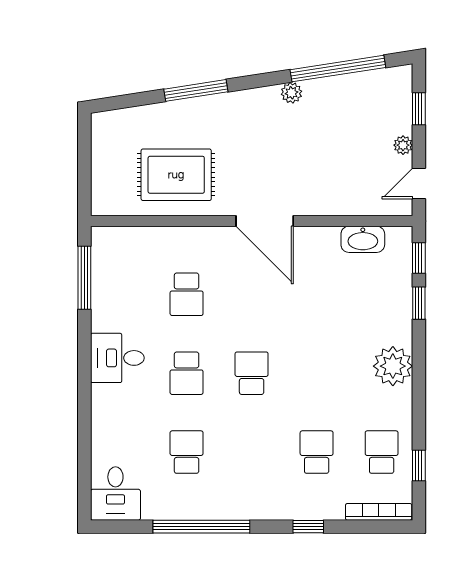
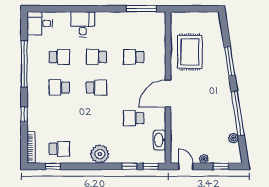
window: (338, 69) -> (238, 113), moved
plant: (291, 93) -> (233, 138), moved
school desk: (317, 294) -> (134, 118), added
desk: (117, 358) -> (83, 24), moved
school desk: (317, 452) -> (59, 88), moved, turned 180

